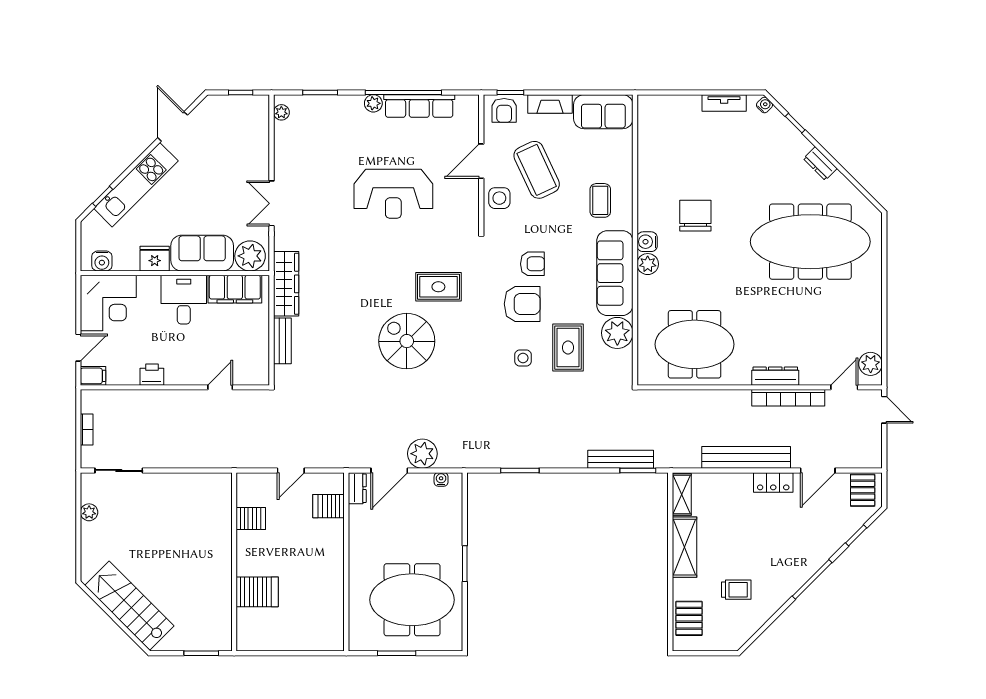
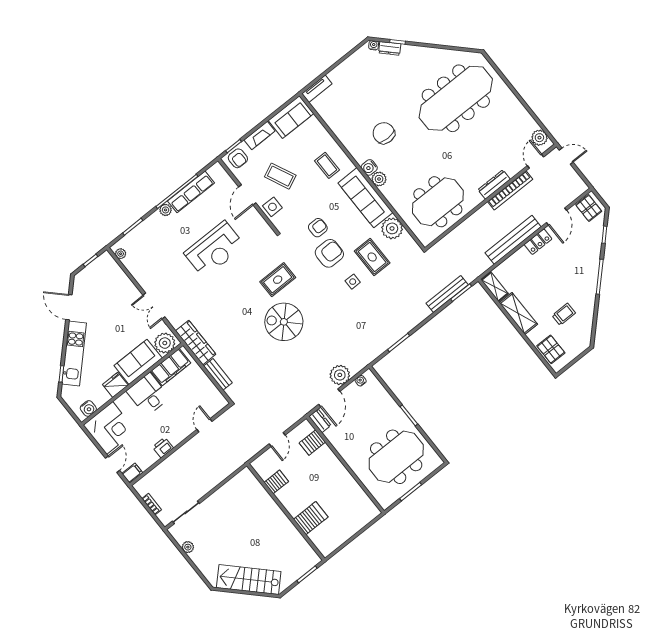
tv unit: (724, 103) -> (317, 89), moved
dresser: (820, 164) -> (390, 48), moved
coffee table: (537, 170) -> (280, 176), width x0.73, depth x0.76

